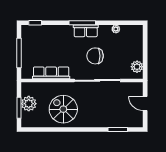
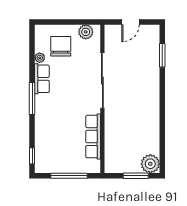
row of seats: (86, 31) -> (42, 79), moved
chair: (95, 56) -> (61, 46), moved, turned 180
plant: (29, 104) -> (150, 164), moved
spiral stairs: (63, 109) -> (137, 122), removed

